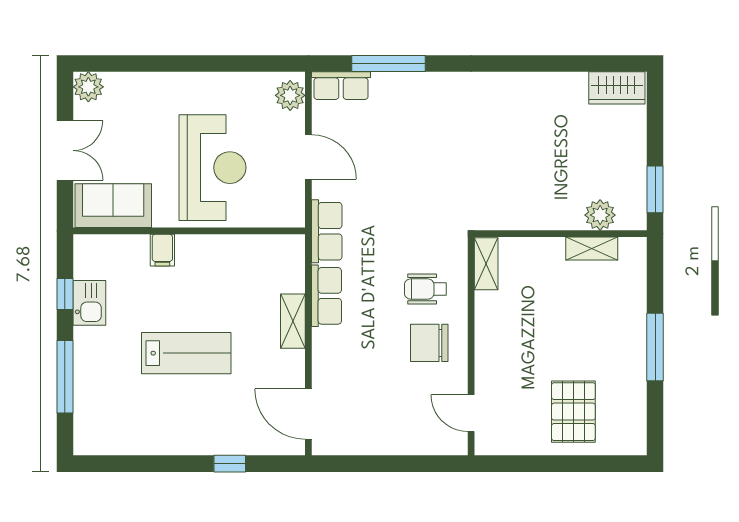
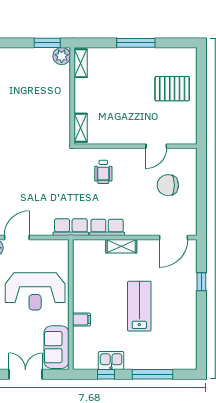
door: (308, 157) -> (17, 237), moved
reception desk: (212, 168) -> (35, 291), turned 180
plant: (600, 215) -> (62, 56), moved
shelving: (592, 249) -> (81, 63), moved
shelving: (486, 264) -> (81, 128), moved, turned 90
chair: (429, 343) -> (168, 185), moved, turned 90
door: (471, 413) -> (156, 146), moved

